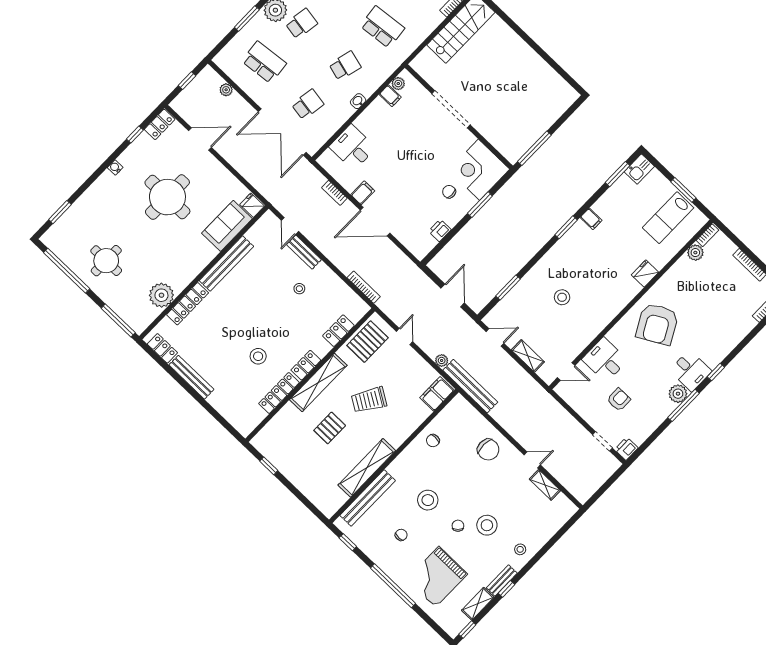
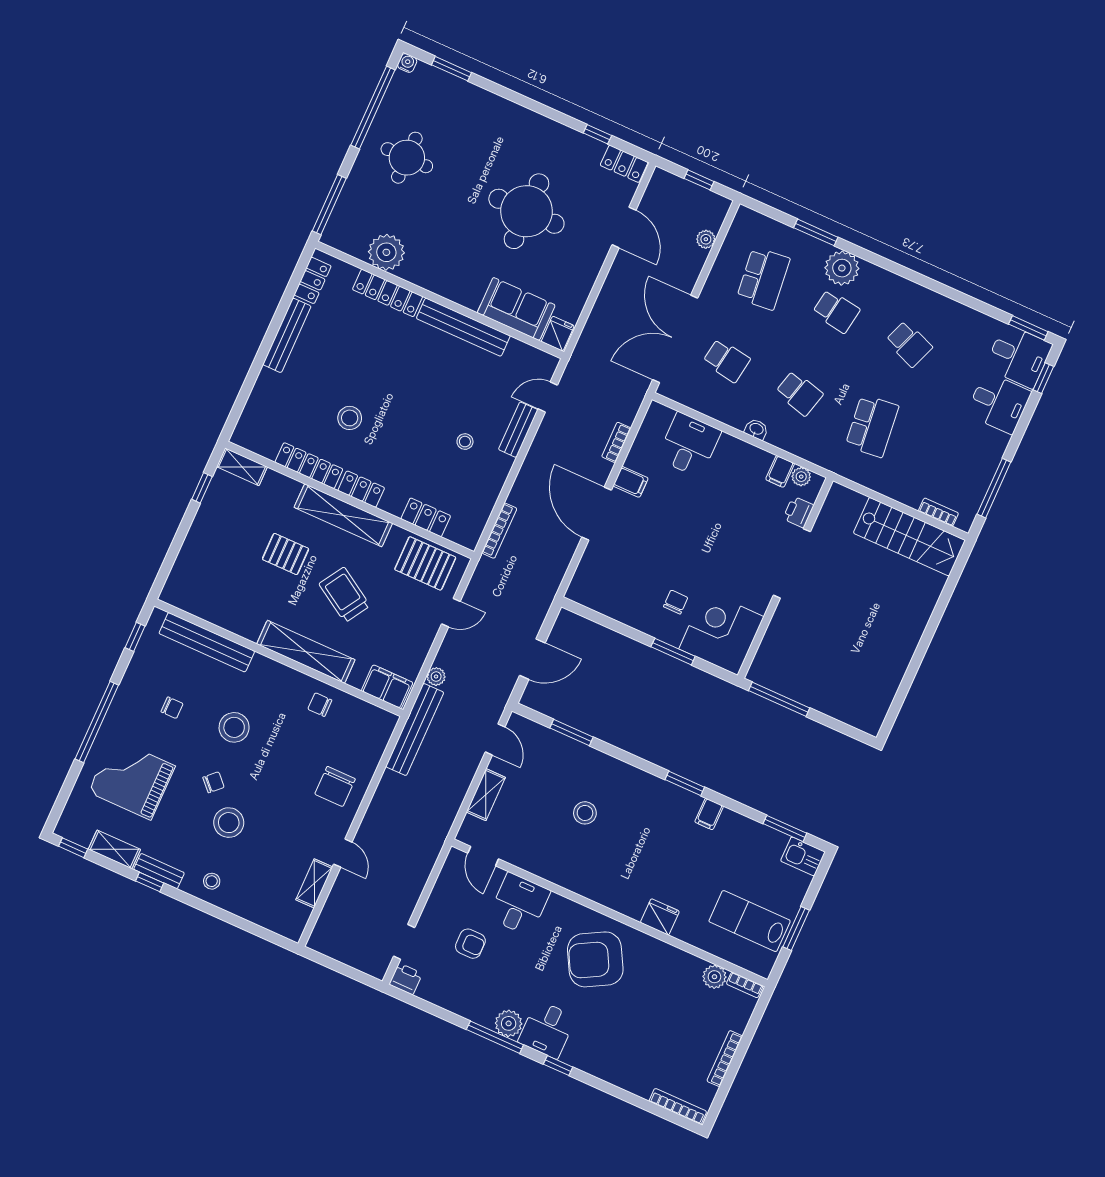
water cooler: (115, 167) -> (407, 63), moved
printer: (440, 230) -> (798, 512), moved, turned -90
shelving: (264, 436) -> (242, 467), added
shelving: (367, 468) -> (306, 652), moved

